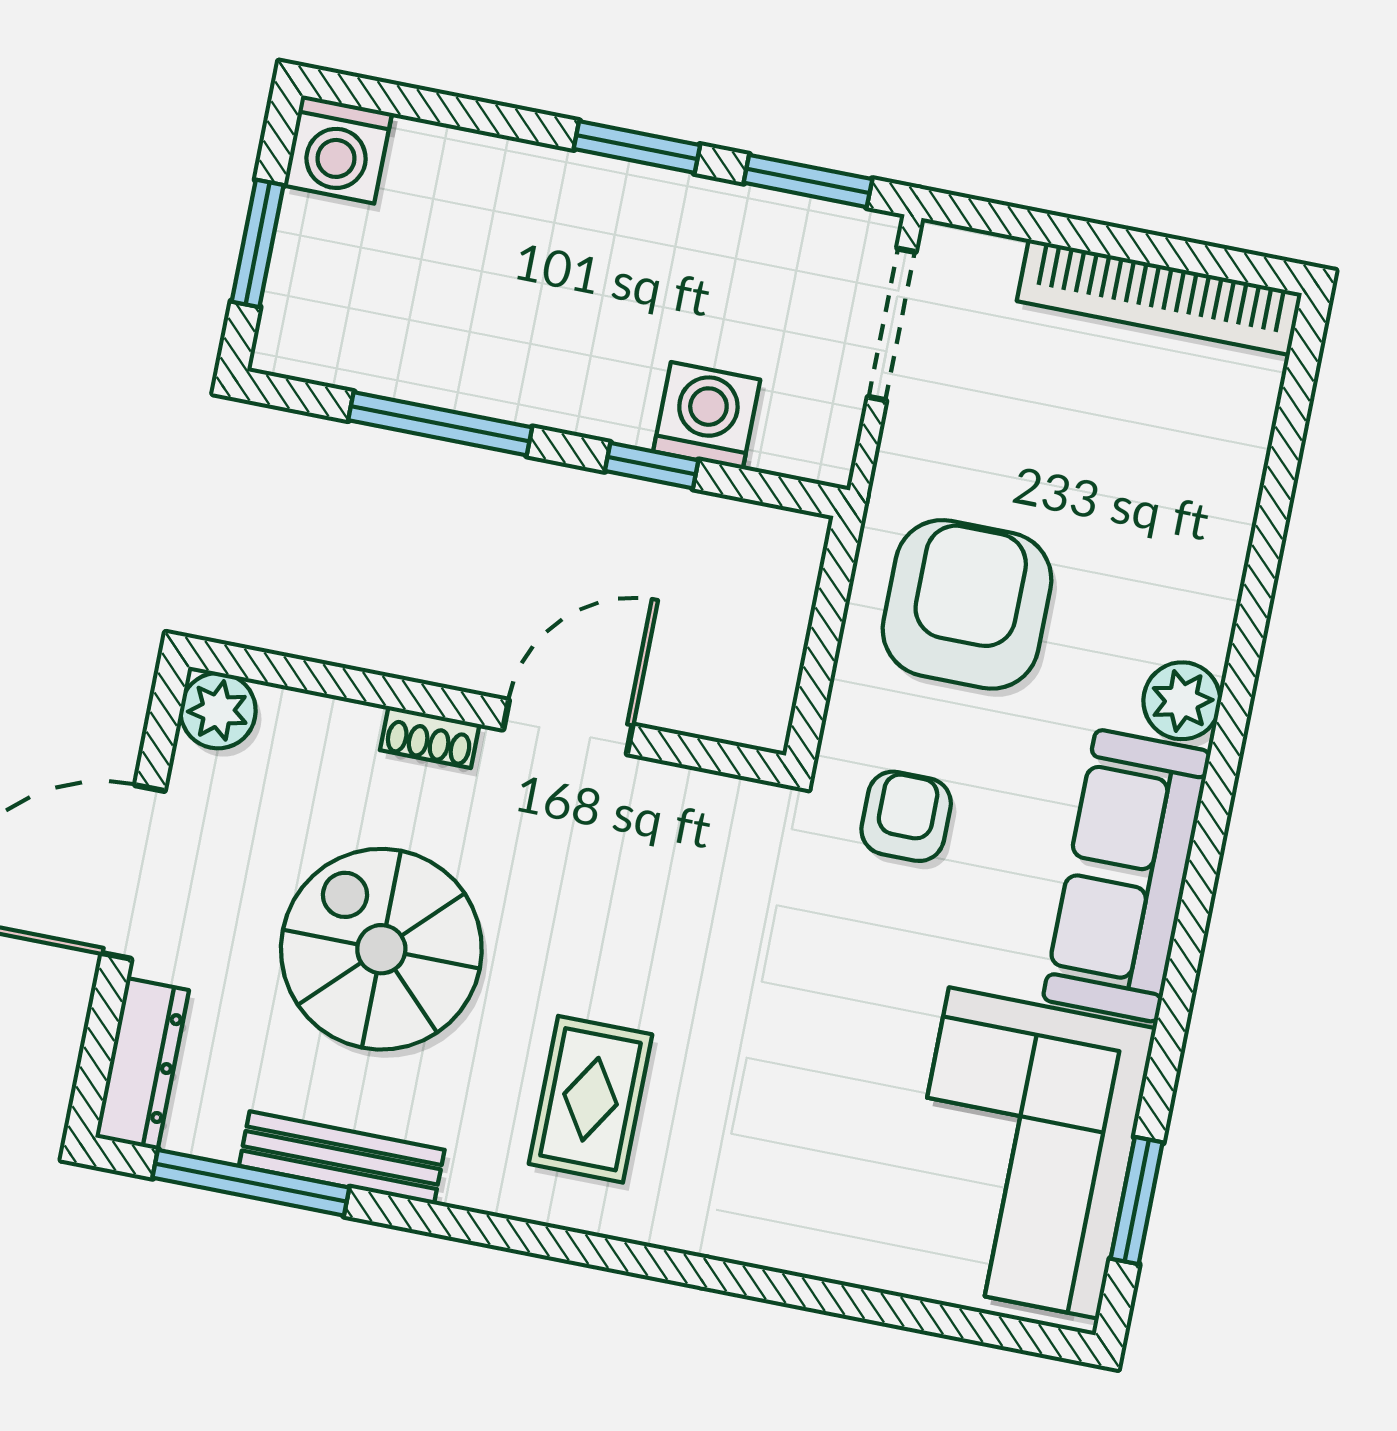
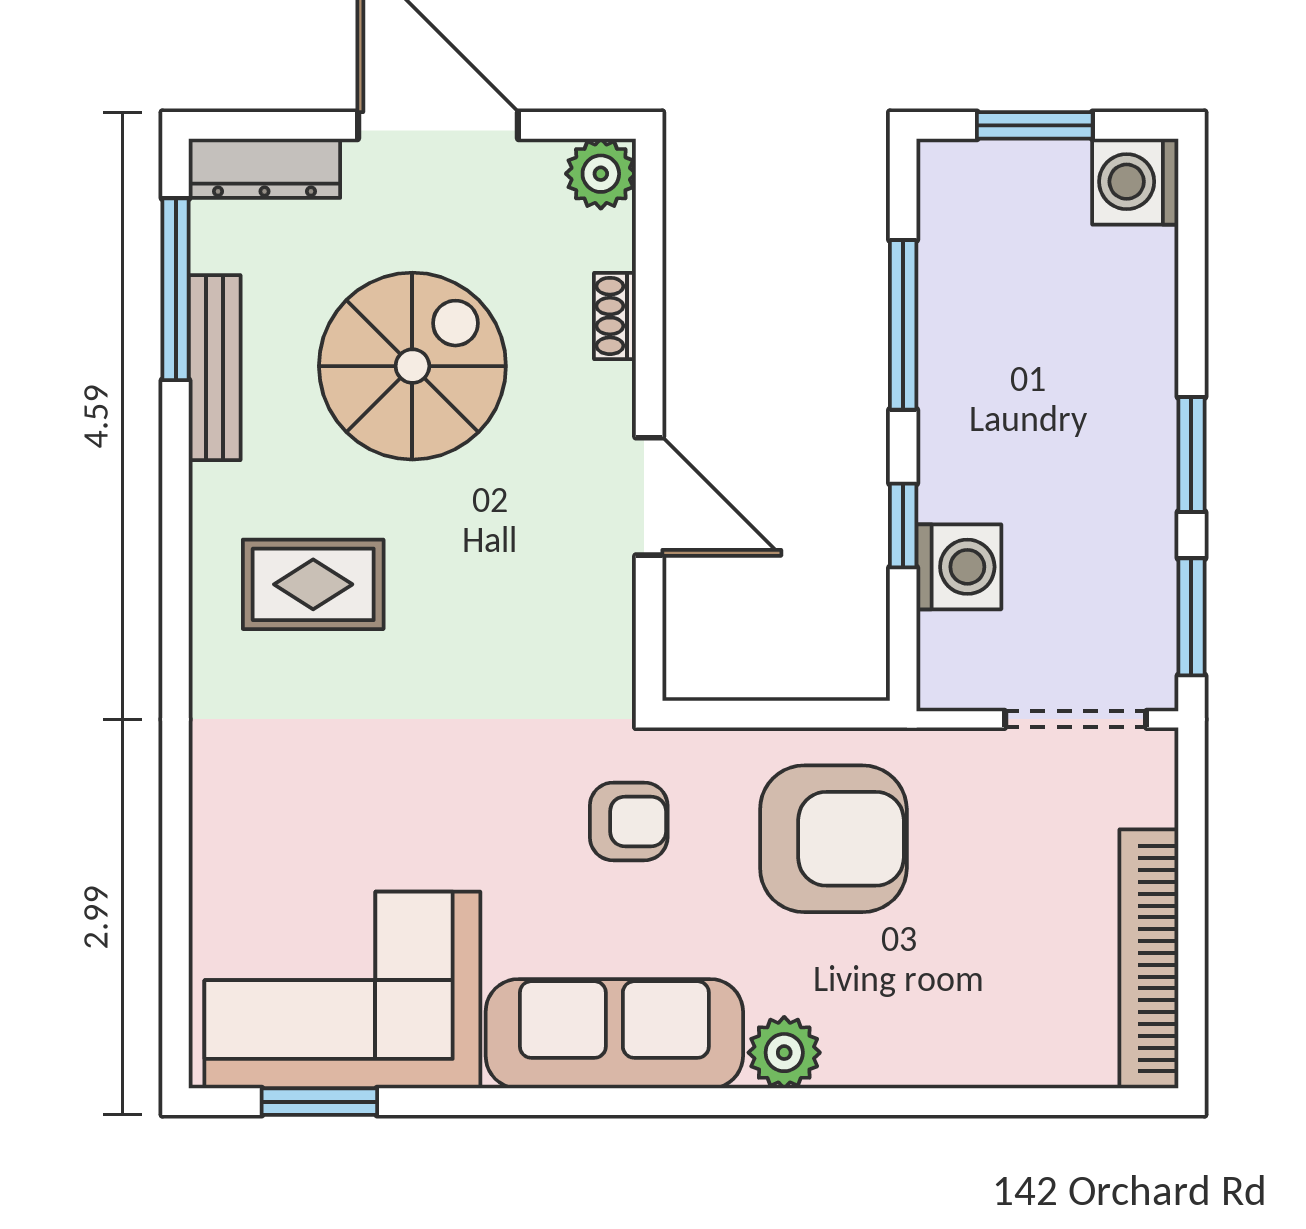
shoe rack: (430, 737) -> (615, 316), moved

